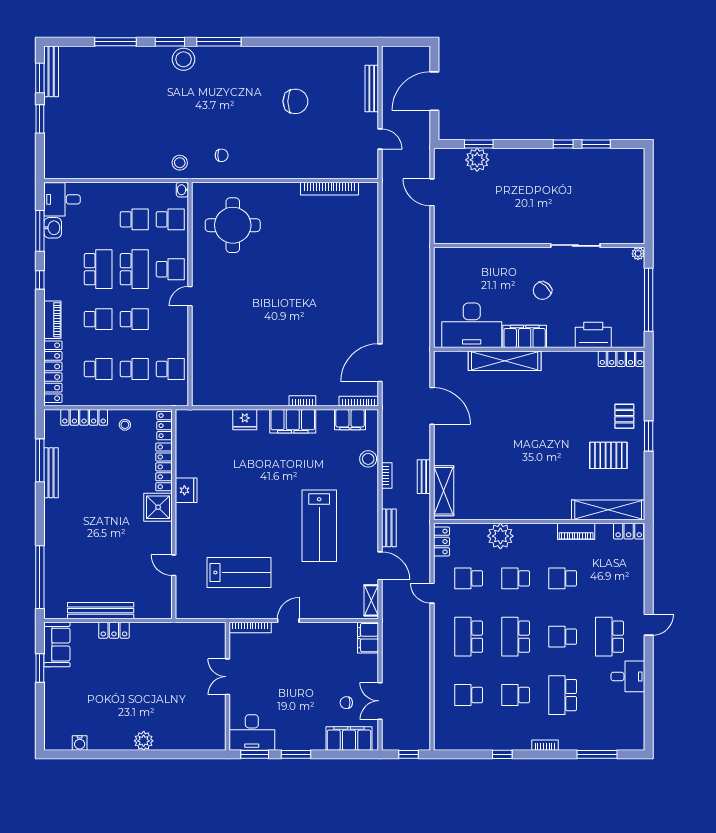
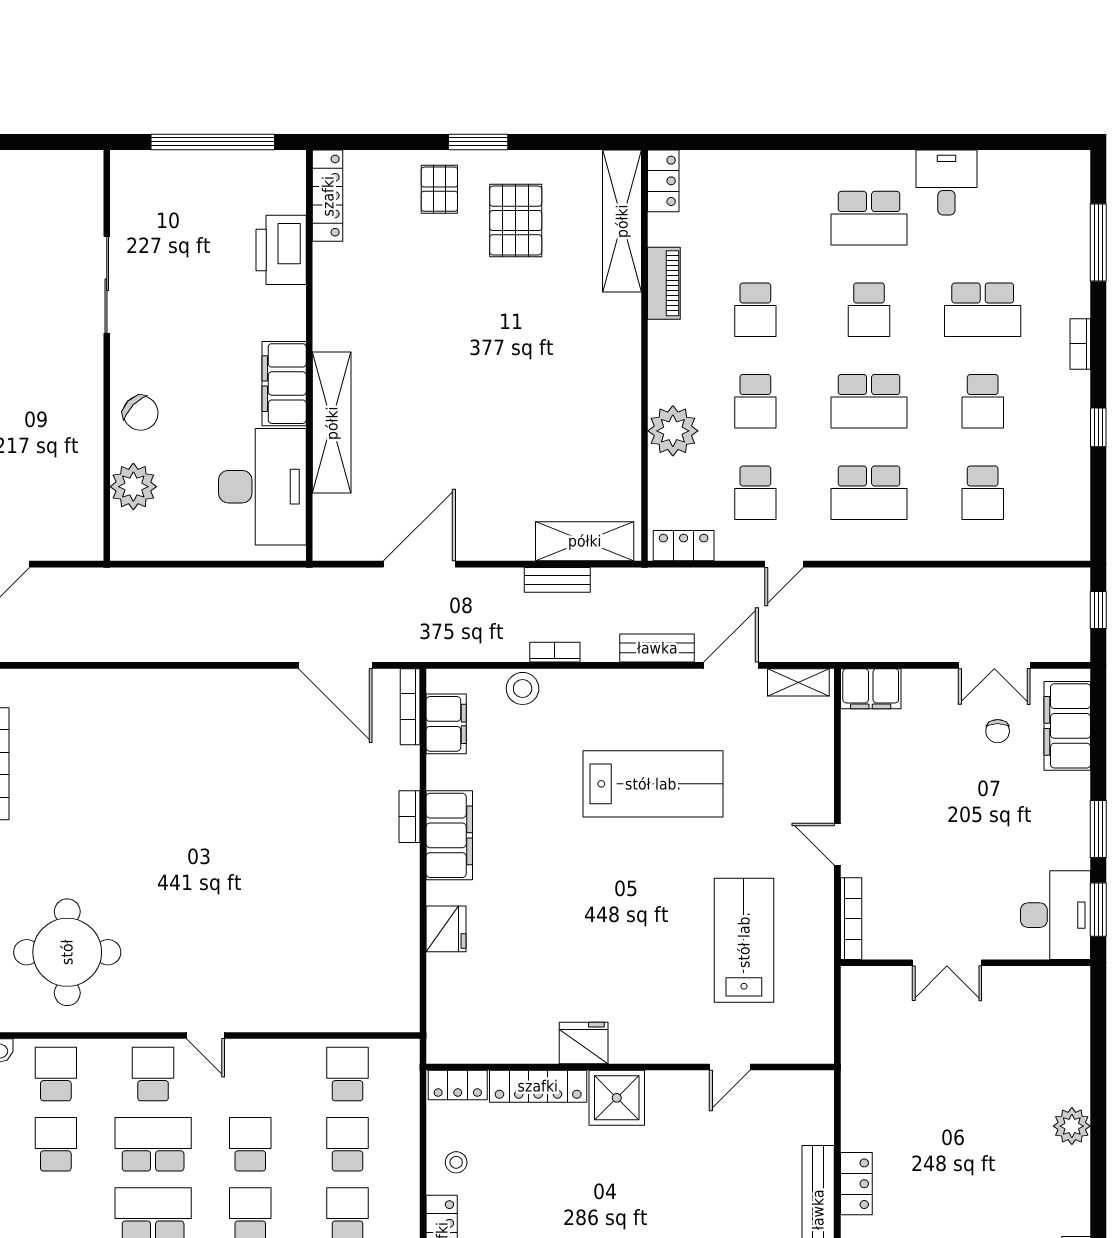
plant: (638, 254) -> (133, 487), moved, width x1.88, depth x1.88
chair: (542, 291) -> (141, 413), moved
pallet: (624, 416) -> (439, 189), turned 90
door: (649, 625) -> (845, 142), removed

